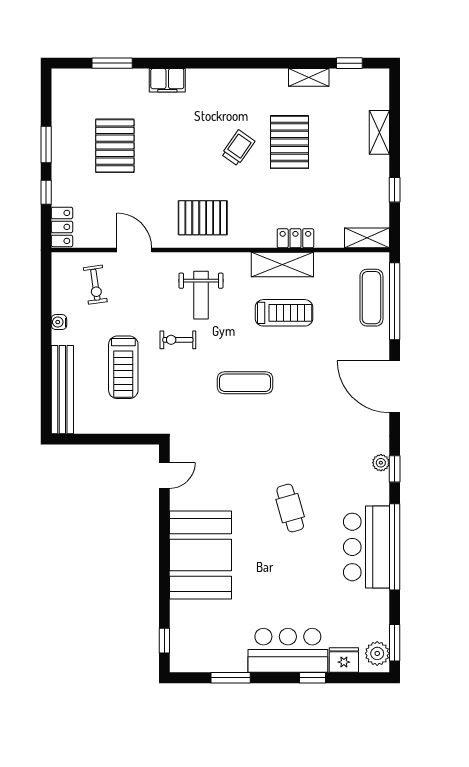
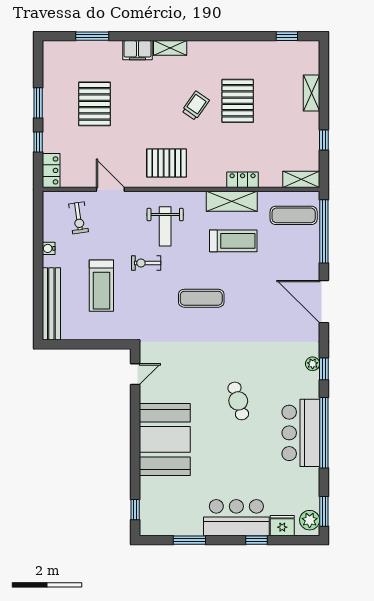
shelving: (309, 77) -> (170, 48), moved
exercise mat: (371, 298) -> (294, 215), moved, turned 90

